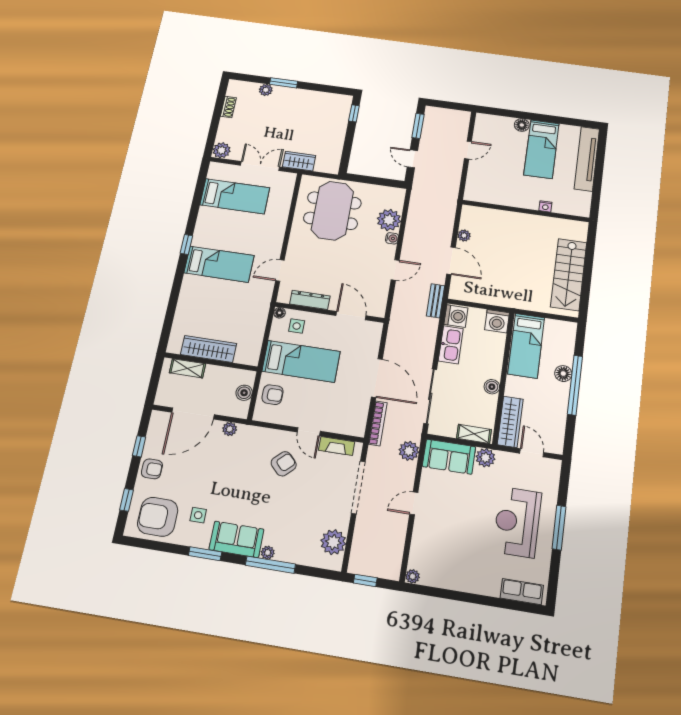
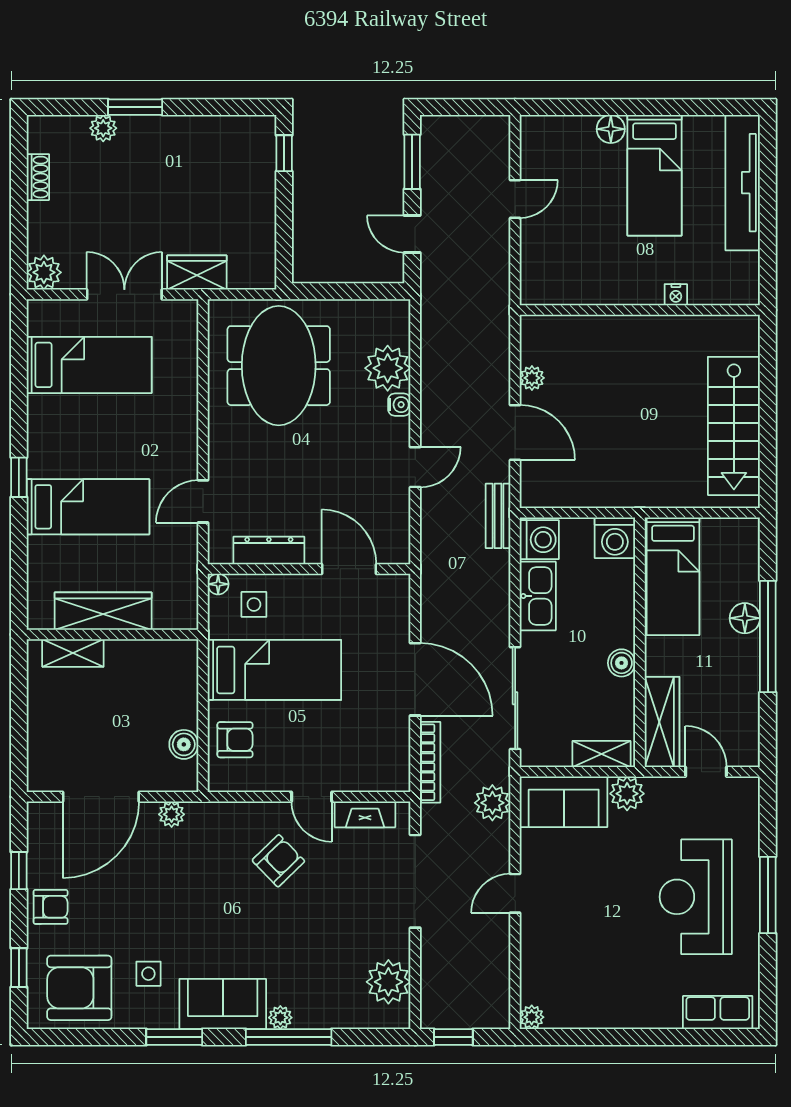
wardrobe: (209, 349) -> (103, 611), moved
wall: (211, 362) -> (113, 634), moved
shelving: (187, 368) -> (73, 653), moved

